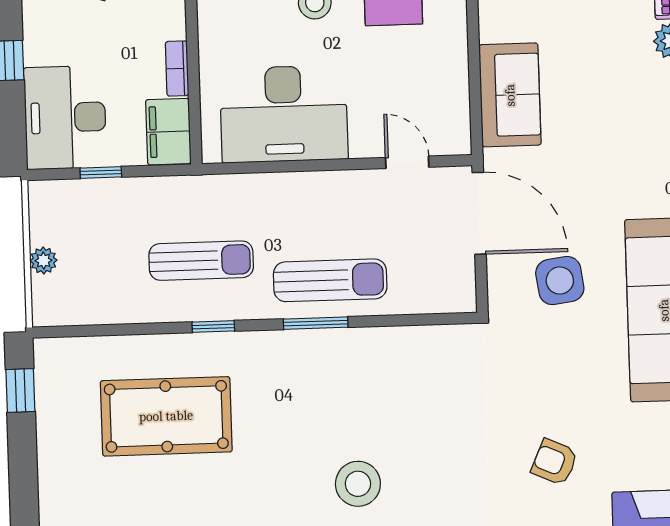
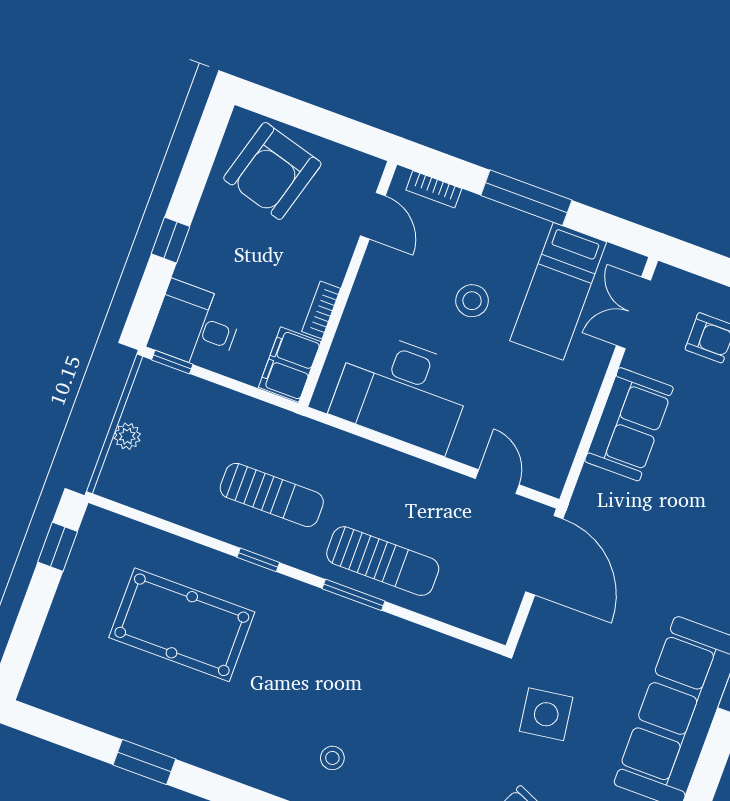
sofa: (510, 95) -> (629, 424), moved
desk: (65, 117) -> (196, 326), width x0.73
window: (101, 173) -> (172, 362), moved
side table: (560, 281) -> (546, 714), moved
stool: (358, 484) -> (332, 758), width x0.53, depth x0.53

